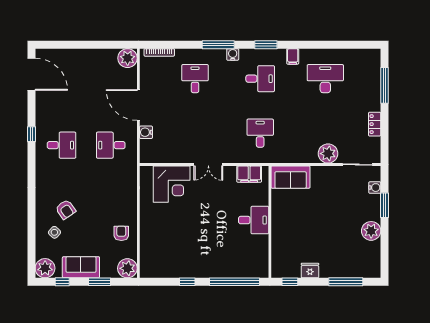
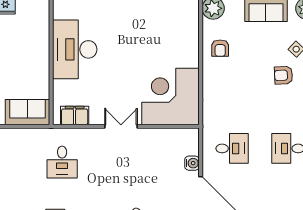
corner desk: (172, 184) -> (170, 97), width x1.36, depth x1.36
armchair: (66, 209) -> (284, 75), turned -58
desk: (254, 220) -> (75, 49), width x1.87, depth x1.30

